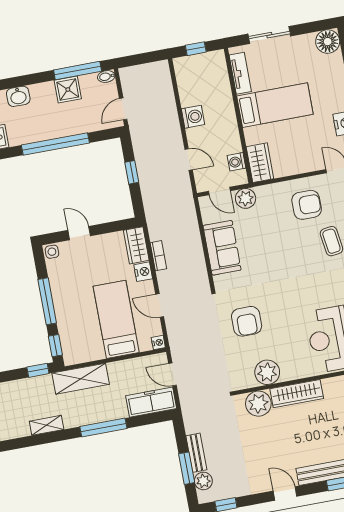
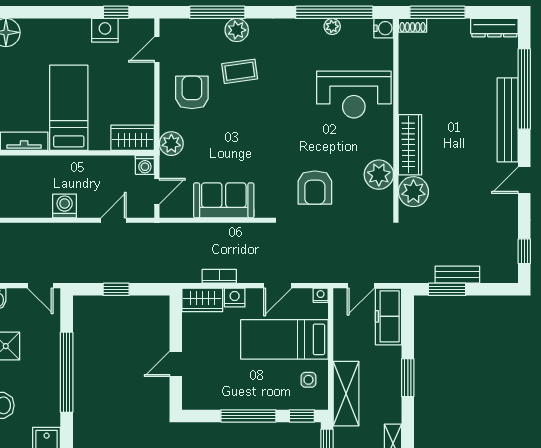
washing machine: (237, 162) -> (145, 165), moved
plant: (246, 198) -> (171, 144), moved
side table: (52, 252) -> (308, 380), moved
armchair: (247, 321) -> (315, 188), turned 90
window: (103, 427) -> (408, 378), width x0.69
window: (187, 468) -> (447, 289), moved
plant: (203, 481) -> (492, 273), removed

